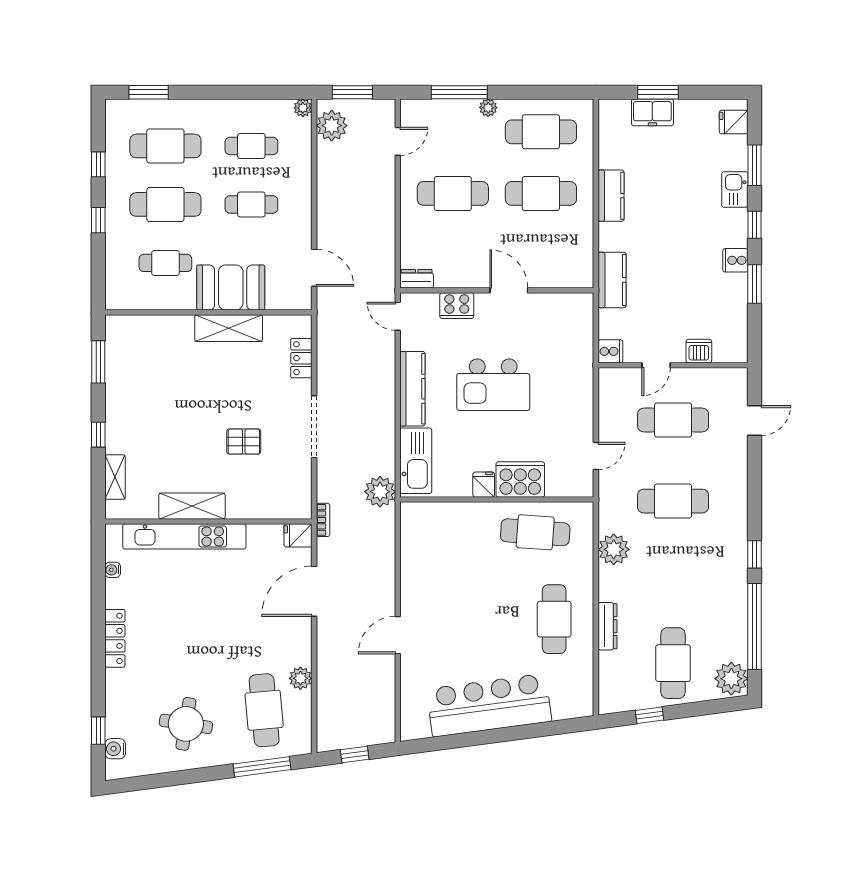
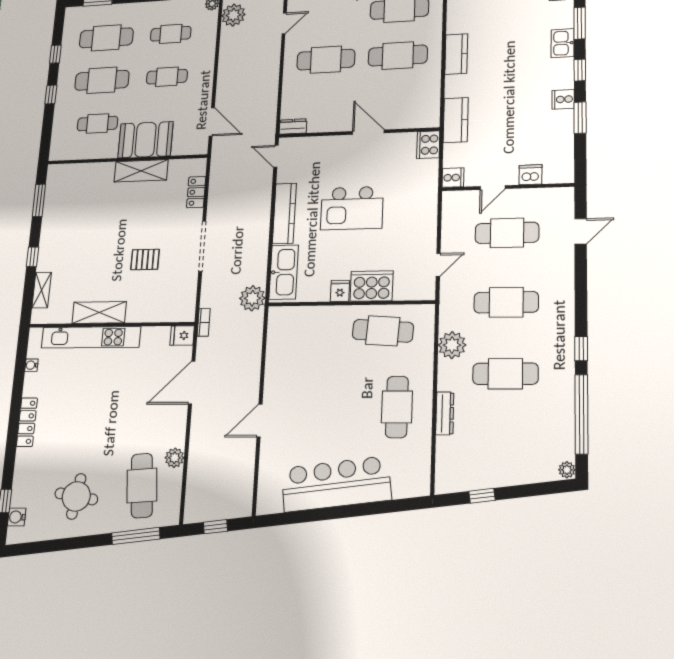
cooker: (457, 306) -> (428, 145), moved, turned 90
cafe table: (673, 663) -> (505, 374), moved, turned 90
plant: (731, 679) -> (567, 470), width x0.53, depth x0.53

